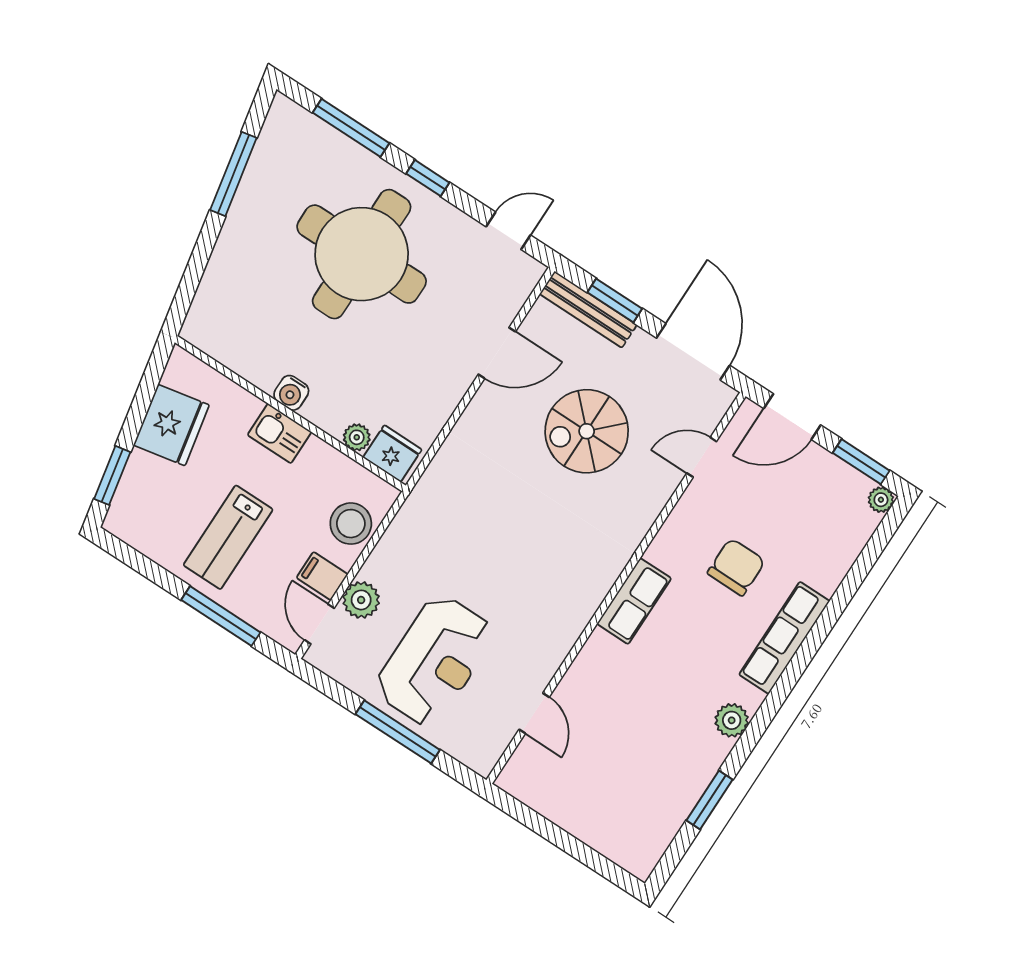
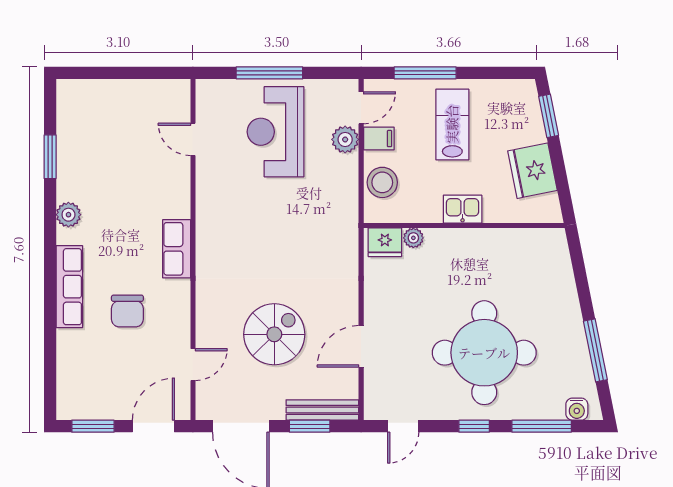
water cooler: (291, 393) -> (577, 409), moved, turned 180
plant: (881, 500) -> (65, 411), removed
door: (319, 624) -> (361, 108), hinge flipped

